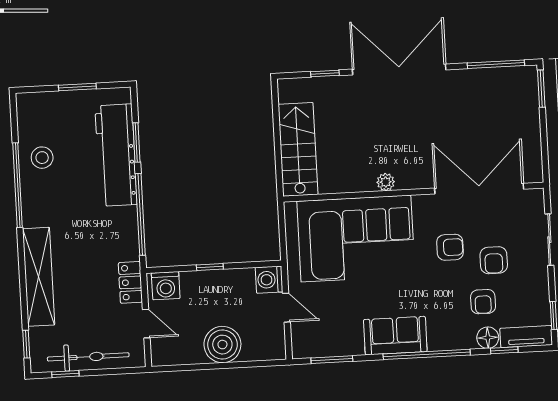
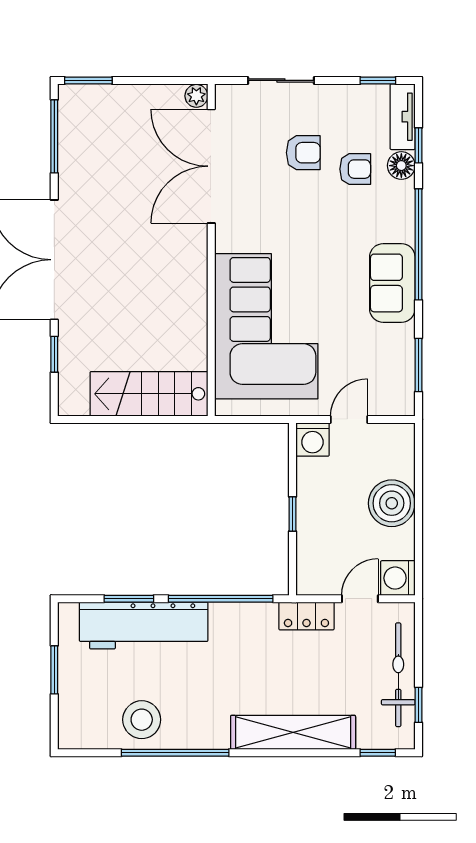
stool: (42, 158) -> (142, 720), width x1.38, depth x1.38
plant: (386, 182) -> (196, 96), moved
armchair: (450, 247) -> (284, 207), removed
washing machine: (166, 286) -> (398, 578), moved, turned 180

